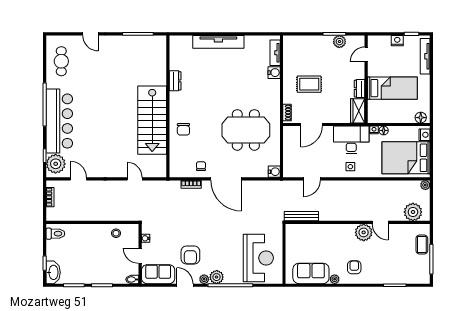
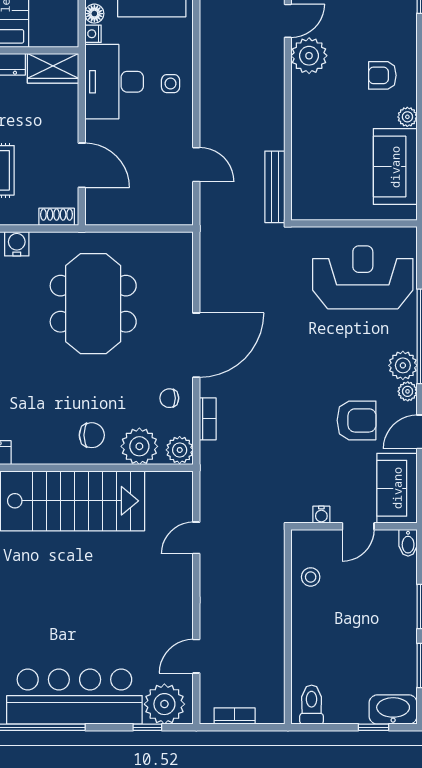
plant: (178, 152) -> (139, 446), added
plant: (176, 171) -> (180, 450), added
water cooler: (274, 172) -> (17, 244), moved

